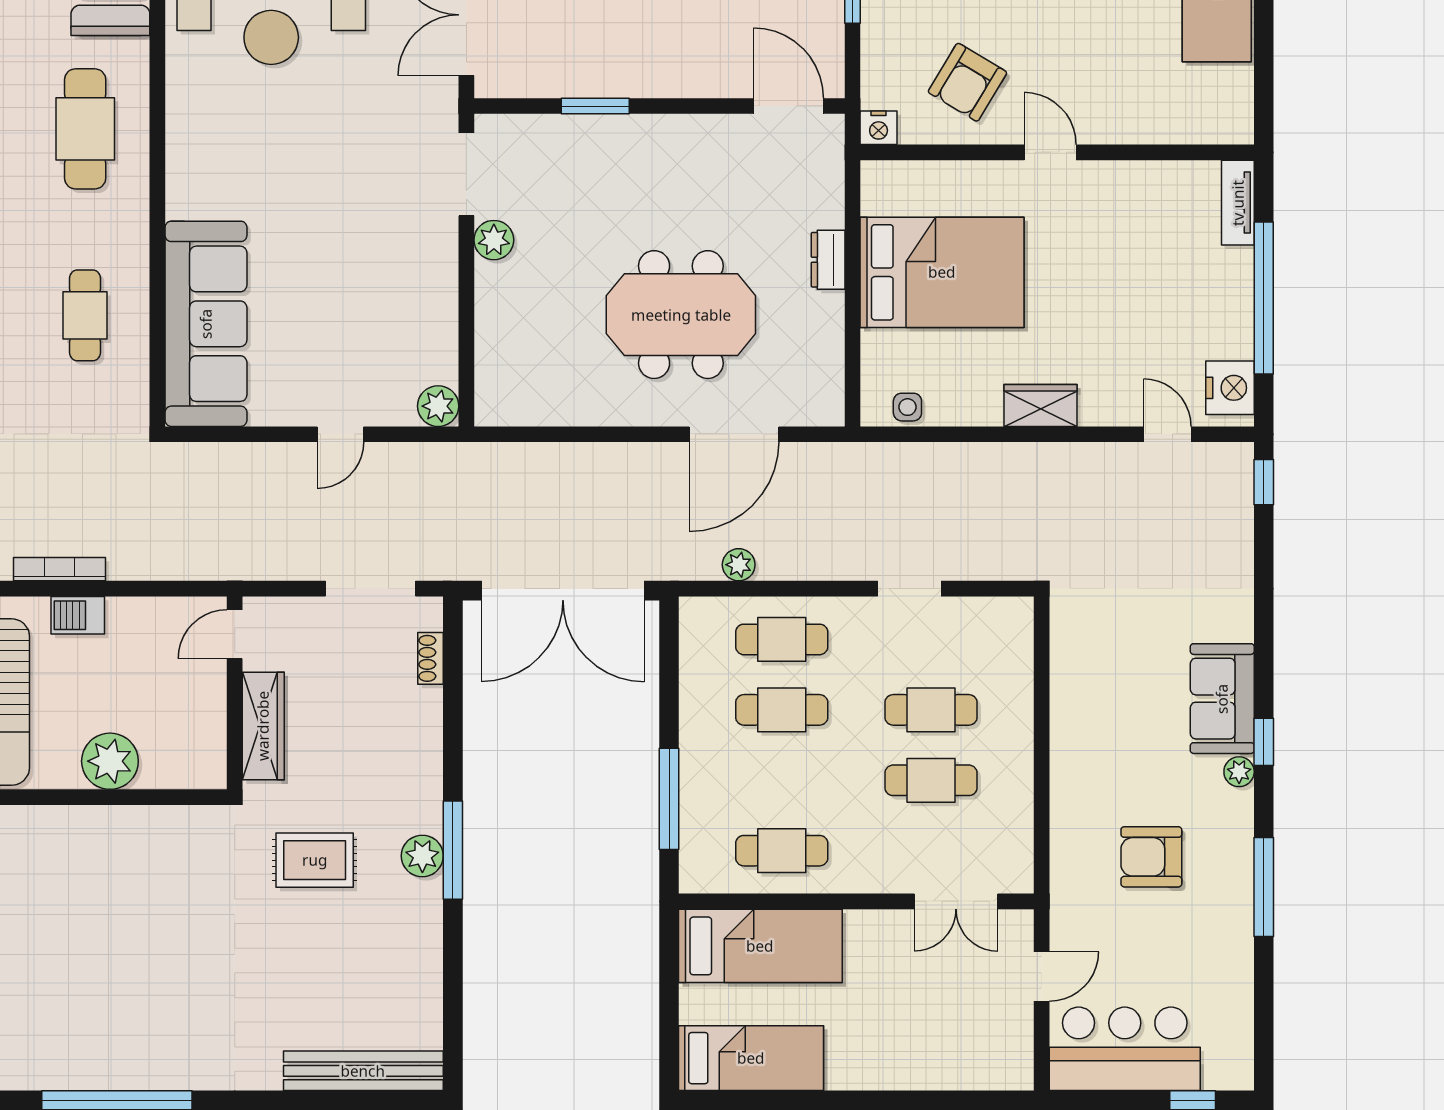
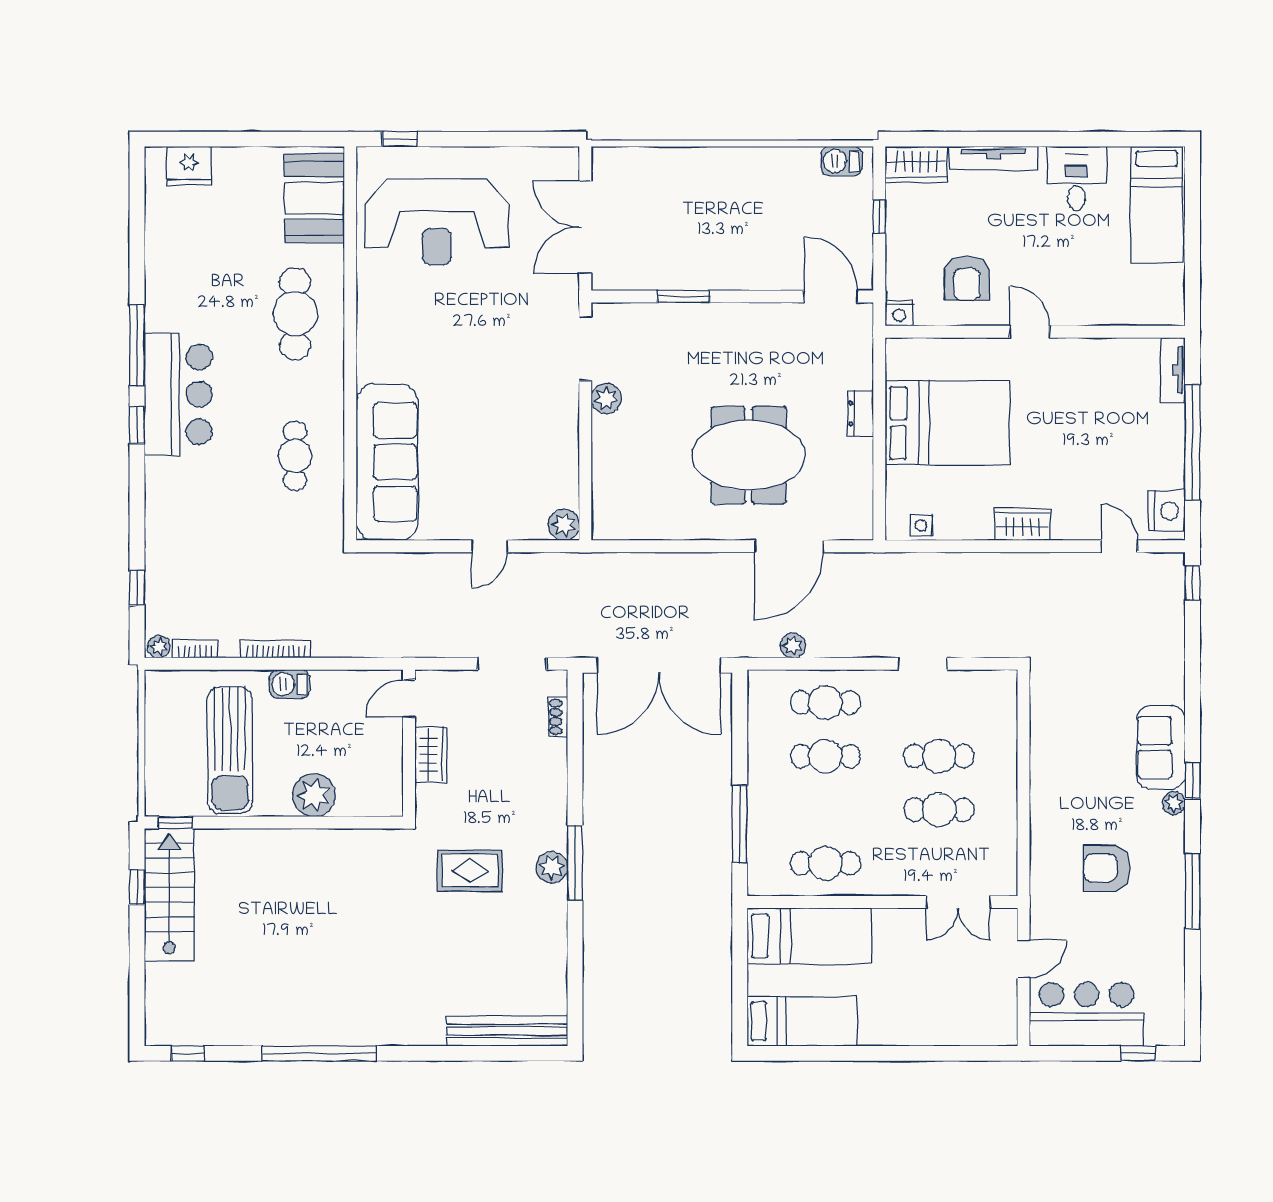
armchair: (967, 82) -> (967, 278), turned -31
wardrobe: (263, 726) -> (431, 755), width x0.67

